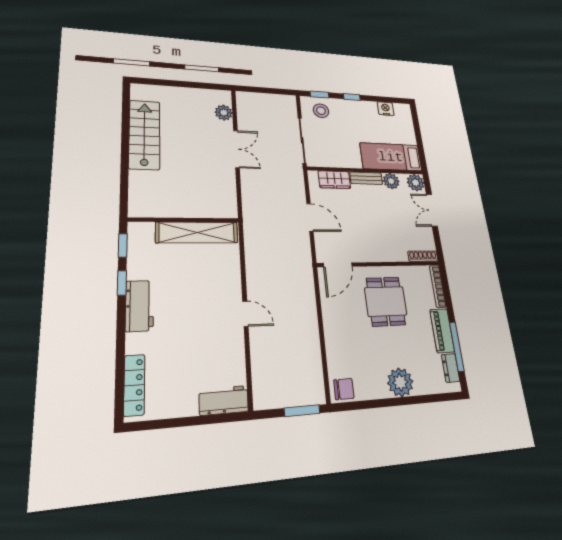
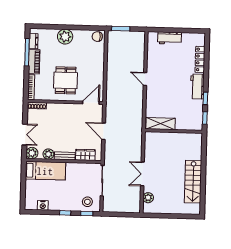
shelving: (197, 232) -> (161, 124), width x0.68
locker: (134, 385) -> (200, 59), moved
workbench: (224, 400) -> (170, 38), moved

